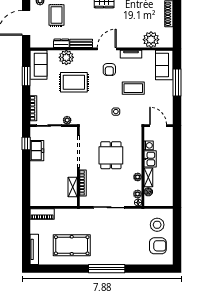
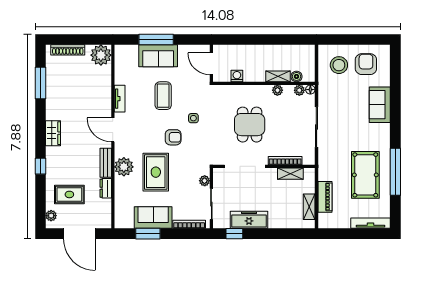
plant: (151, 40) -> (101, 55), moved
plant: (66, 57) -> (124, 167), moved
sofa: (39, 65) -> (153, 218), moved
sofa: (164, 65) -> (158, 56), moved
armchair: (109, 70) -> (173, 137), moved
door: (158, 126) -> (211, 64), hinge flipped
freezer: (37, 151) -> (249, 220), width x1.40
dining table: (111, 155) -> (250, 125), turned 90
kitchen sink: (150, 159) -> (254, 74), removed
shelving: (47, 202) -> (309, 207), added
piano: (42, 214) -> (325, 197), moved
sofa: (126, 257) -> (380, 105), added
window: (107, 269) -> (395, 172), moved

